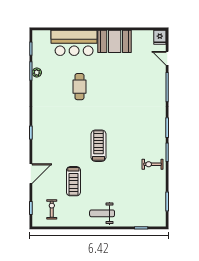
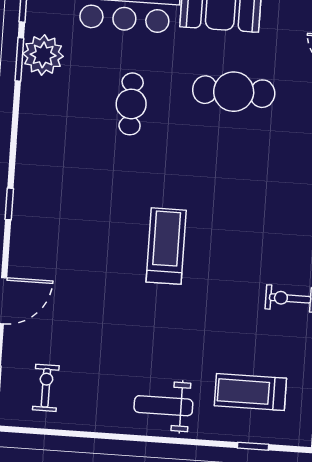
plant: (37, 73) -> (43, 55), width x1.87, depth x1.87
cafe table: (123, 78) -> (234, 92), added
treadmill: (73, 181) -> (250, 392), moved, turned 90

